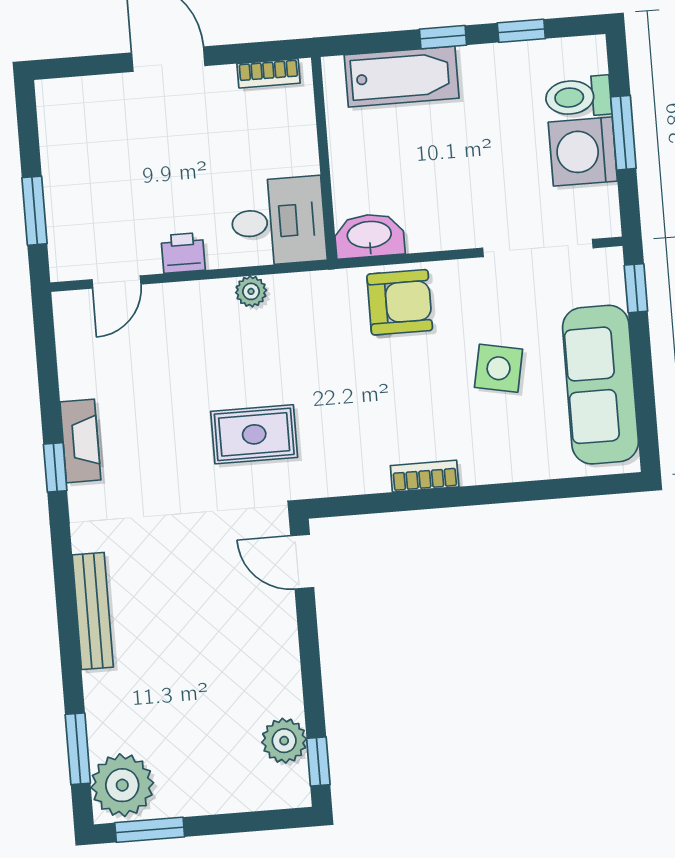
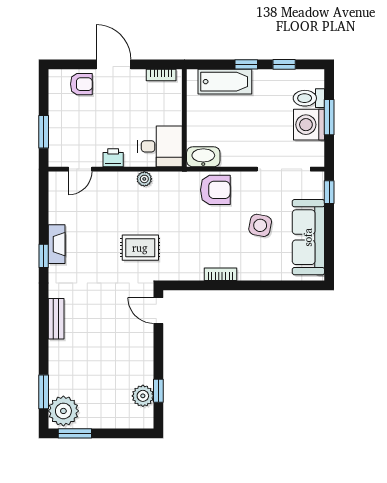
armchair: (105, 106) -> (81, 84), added
bench: (93, 611) -> (56, 319), width x0.73
window: (318, 762) -> (158, 391), moved

